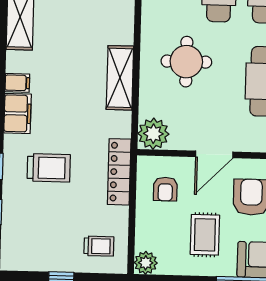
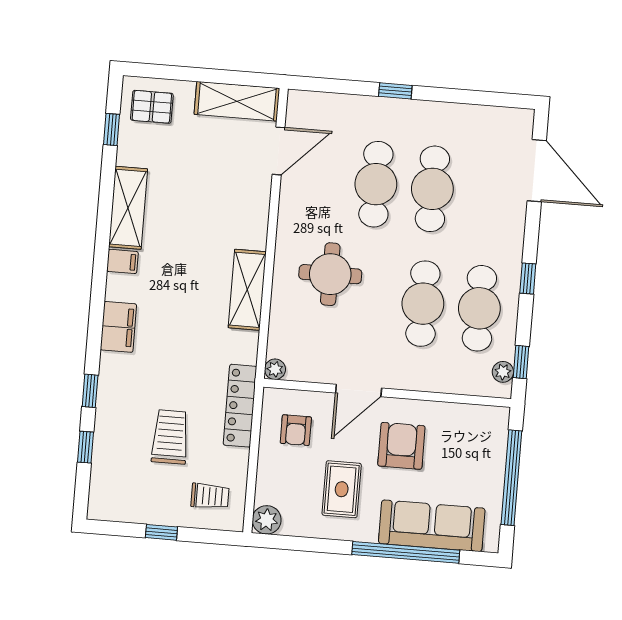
filing cabinet: (17, 83) -> (122, 261), moved
plant: (153, 134) -> (275, 369), width x0.53, depth x0.53
trolley: (49, 168) -> (170, 437), moved, turned -90

